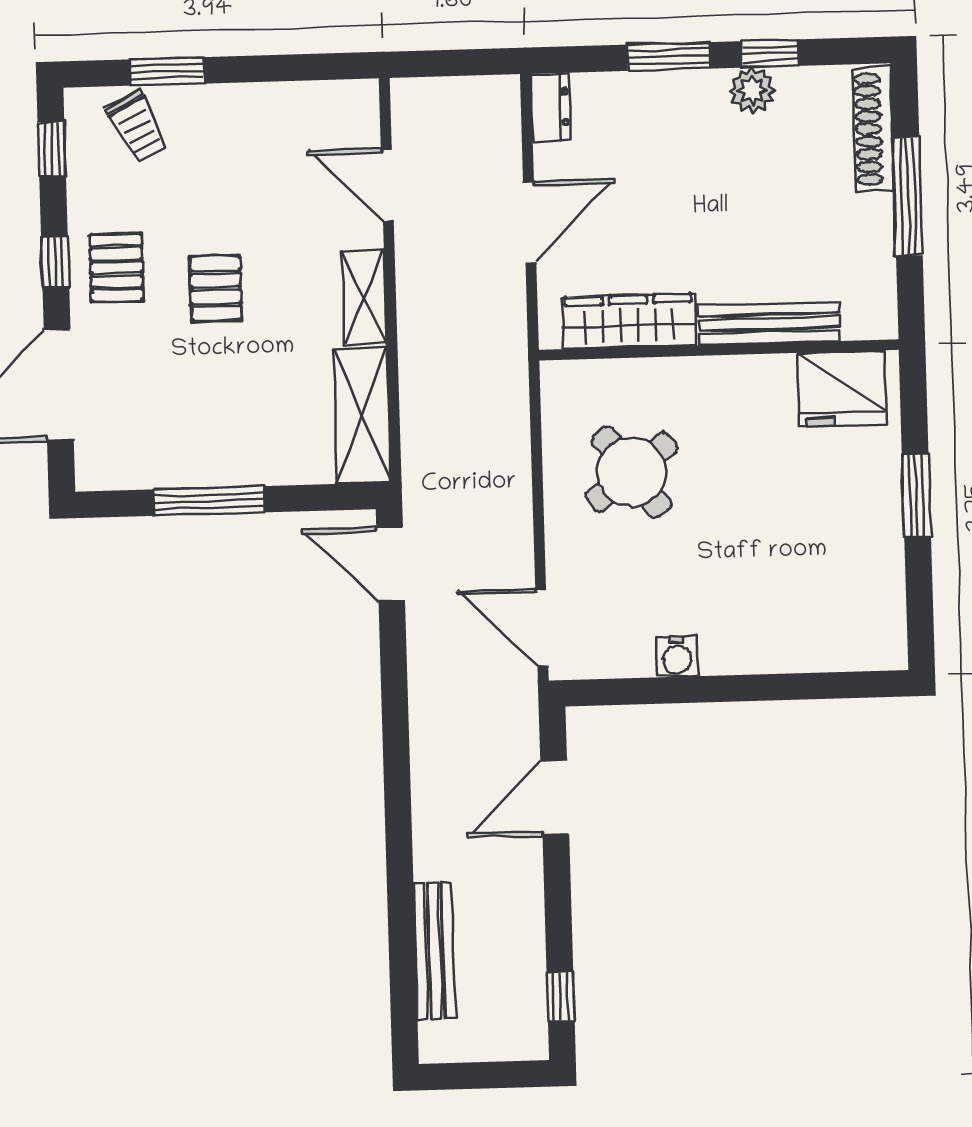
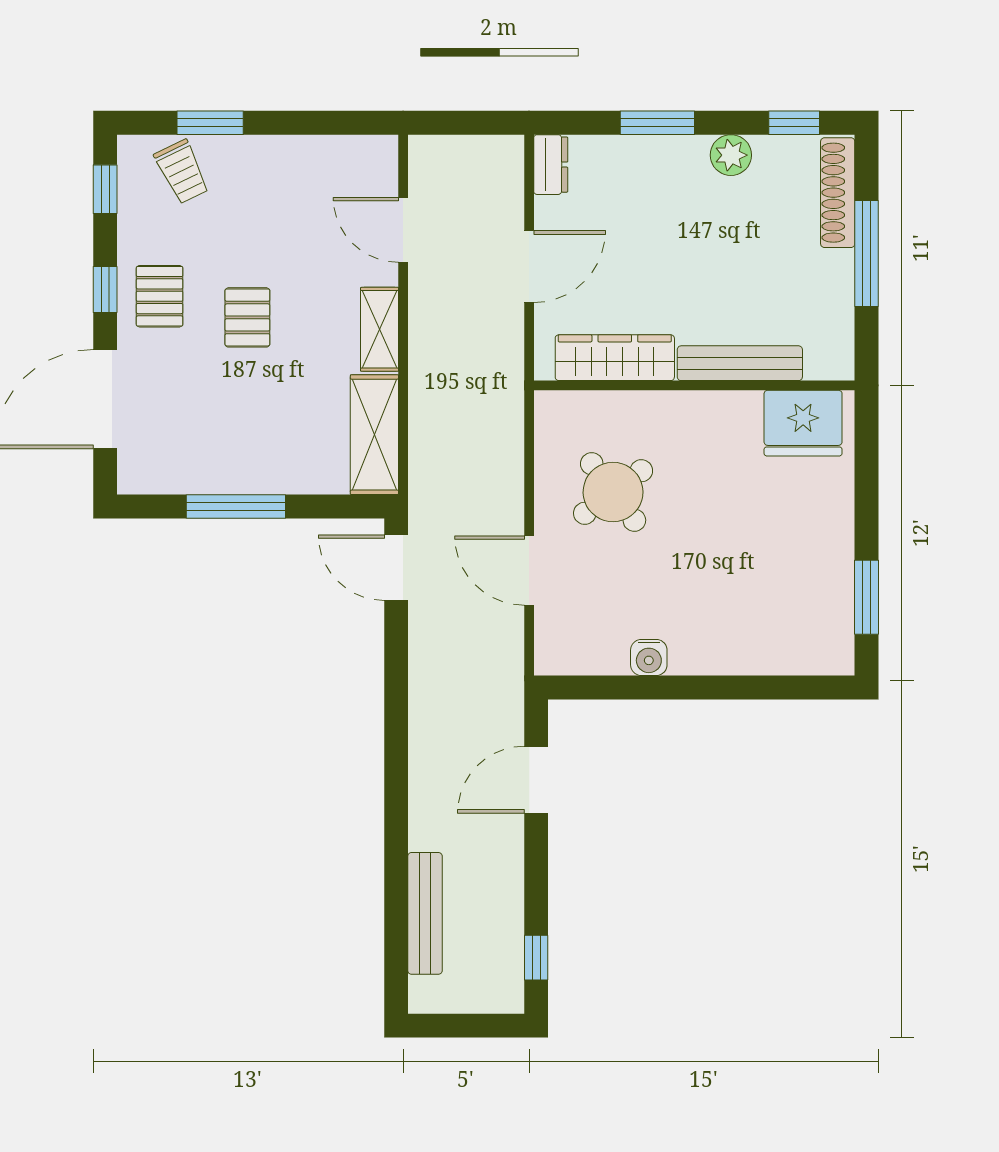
window: (770, 54) -> (794, 123), moved
window: (916, 496) -> (866, 597), moved
door: (542, 628) -> (529, 571), moved

